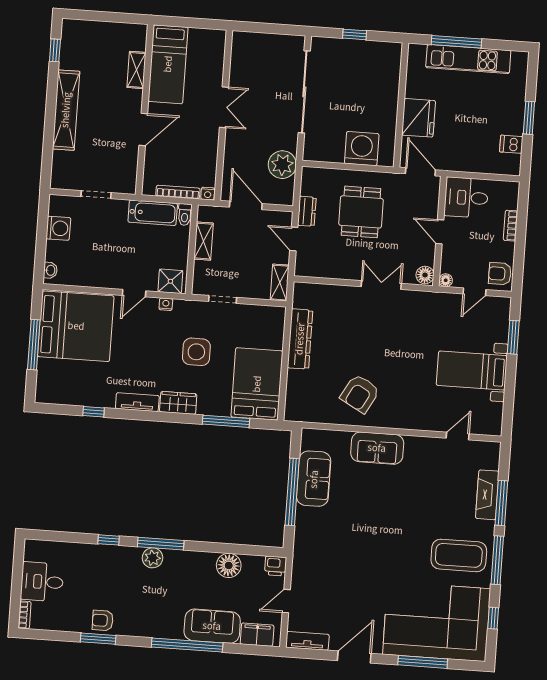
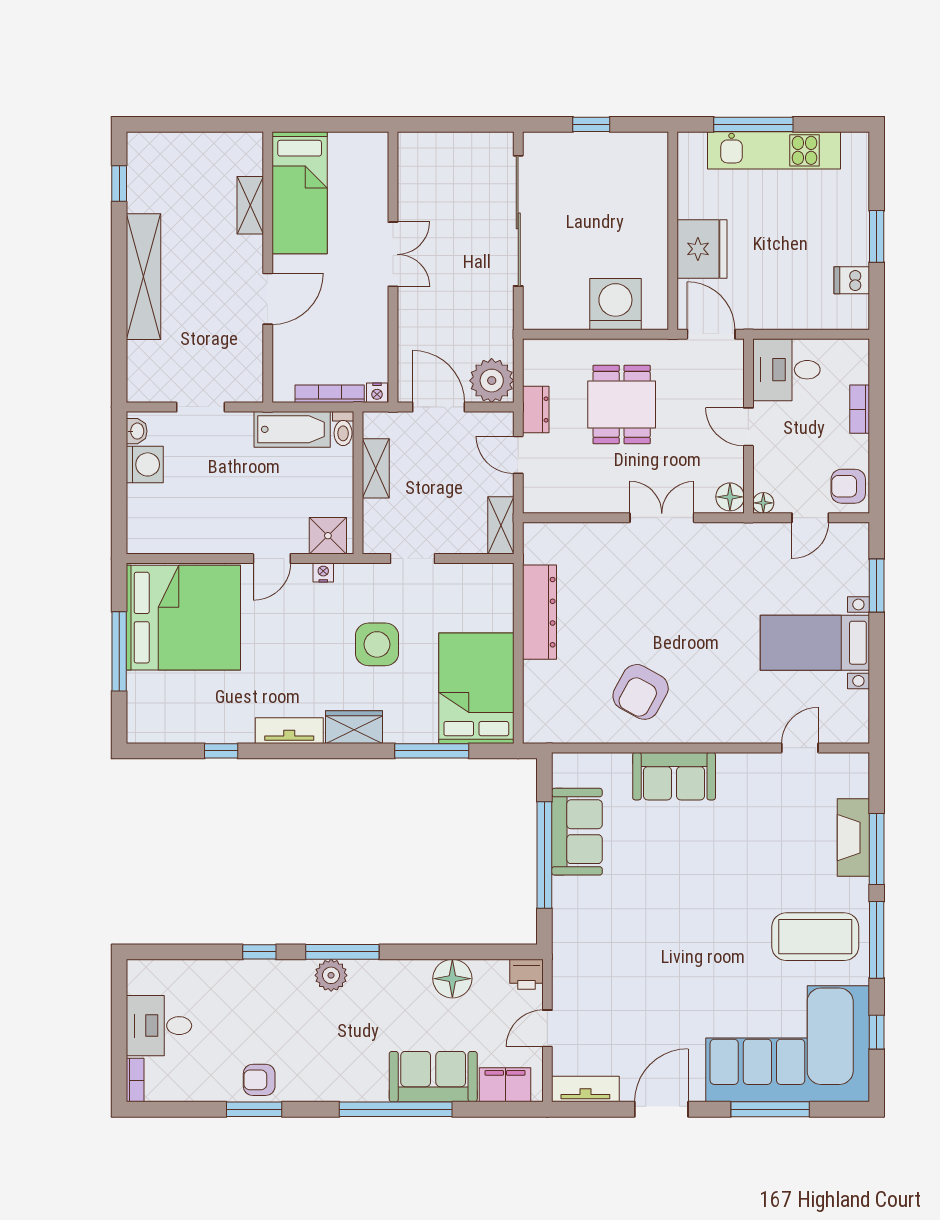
plant: (282, 165) -> (492, 381), moved
washbasin: (50, 270) -> (137, 431), moved

